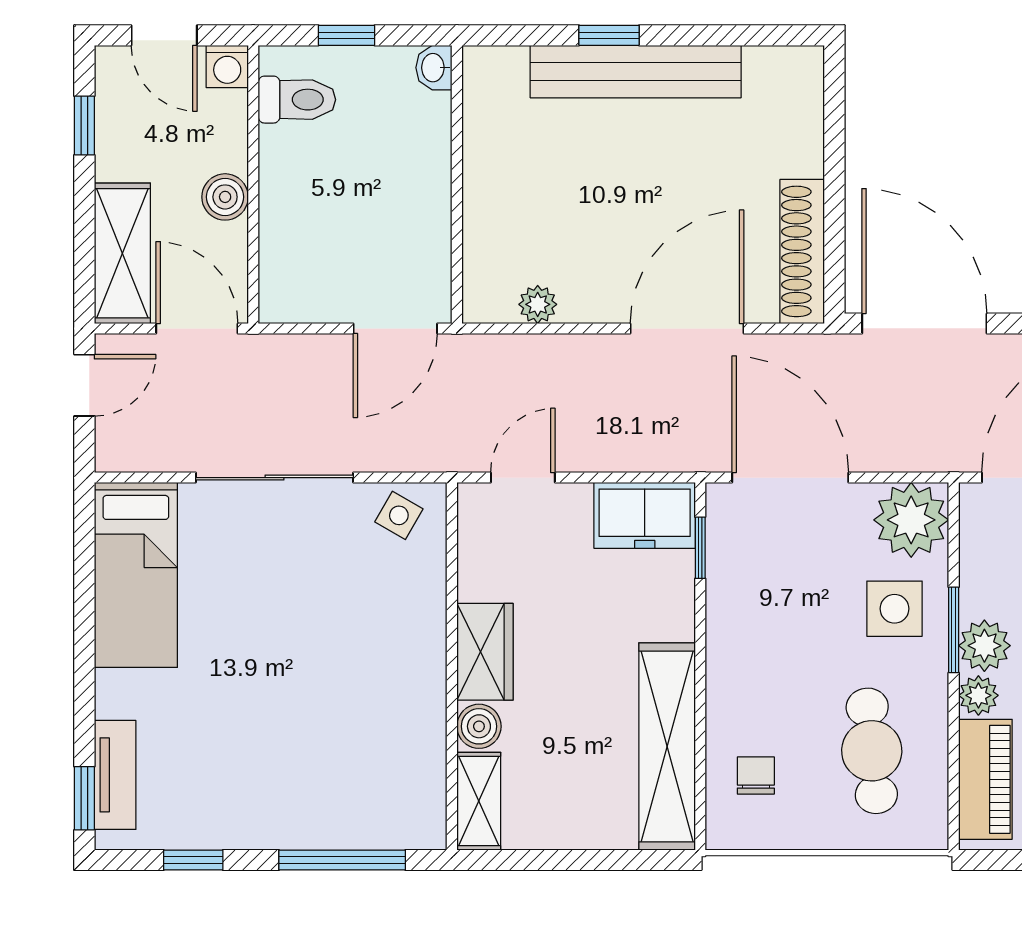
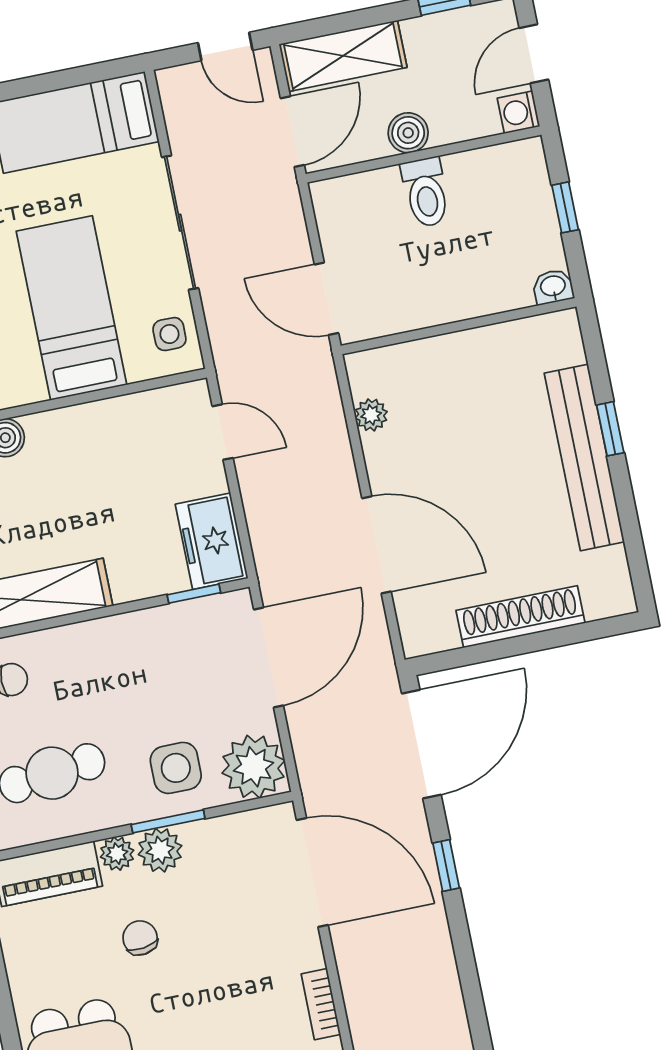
toilet: (297, 100) -> (426, 192), moved
shoe rack: (802, 251) -> (520, 617), moved
side table: (399, 515) -> (169, 334), turned -30
bed: (347, 621) -> (71, 308), added
wardrobe: (485, 652) -> (69, 430), removed

